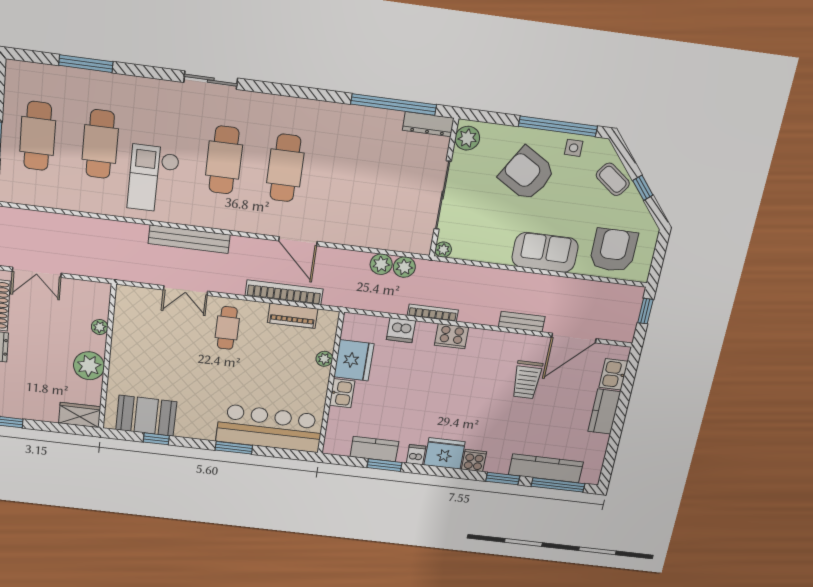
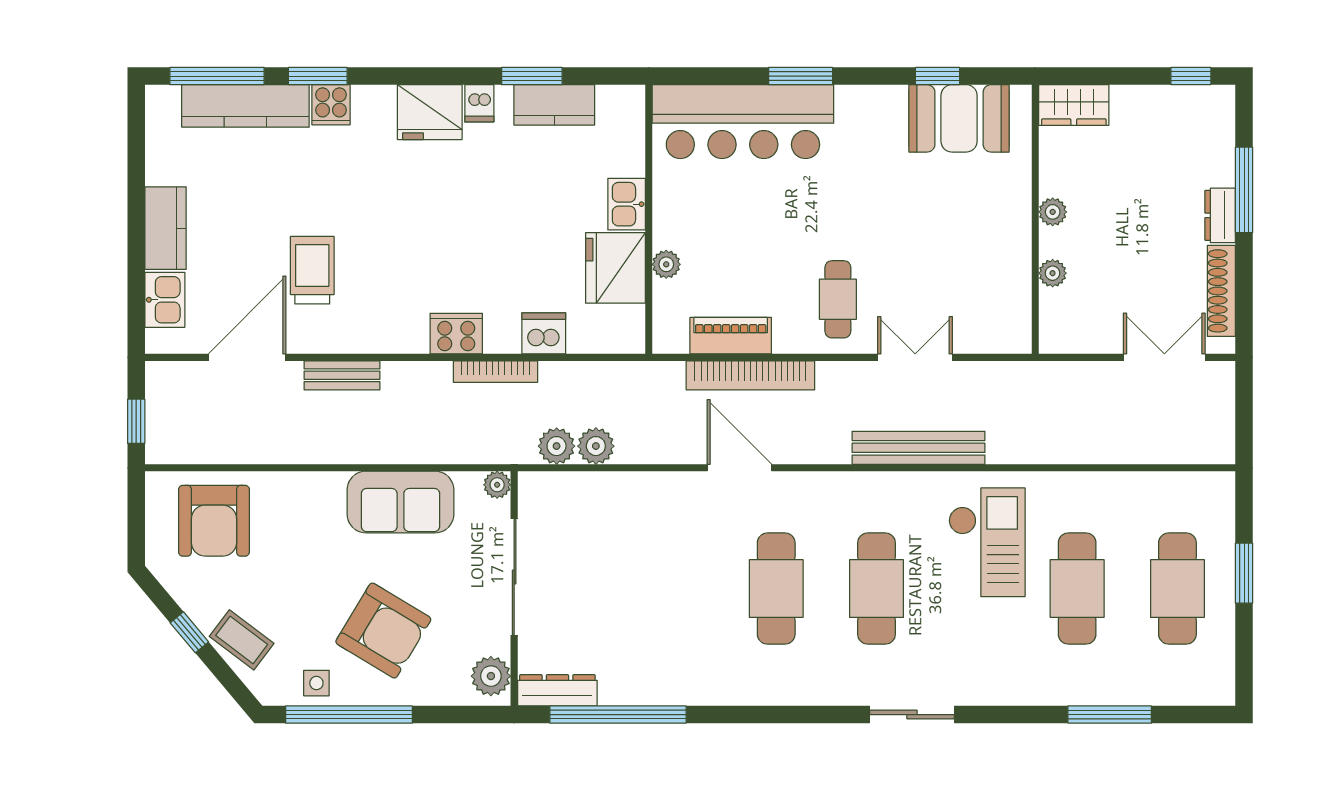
sofa: (545, 252) -> (400, 502), moved
plant: (89, 366) -> (1053, 212), width x0.53, depth x0.53
cooker: (474, 461) -> (331, 105), moved

